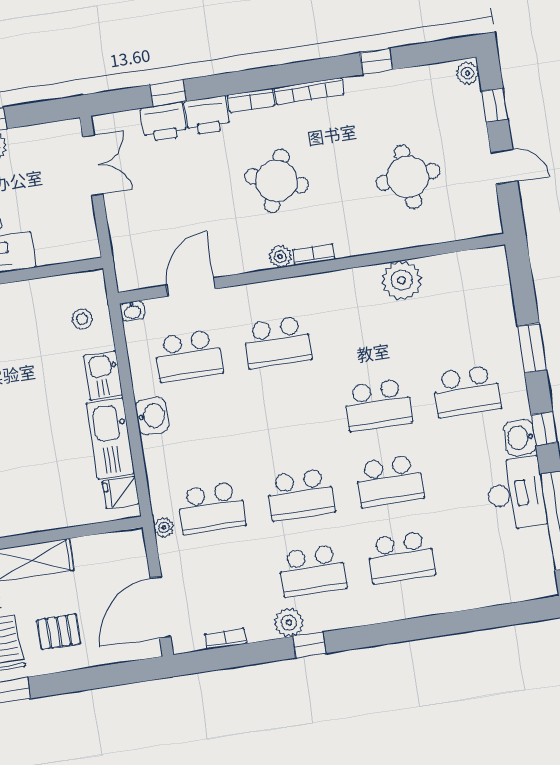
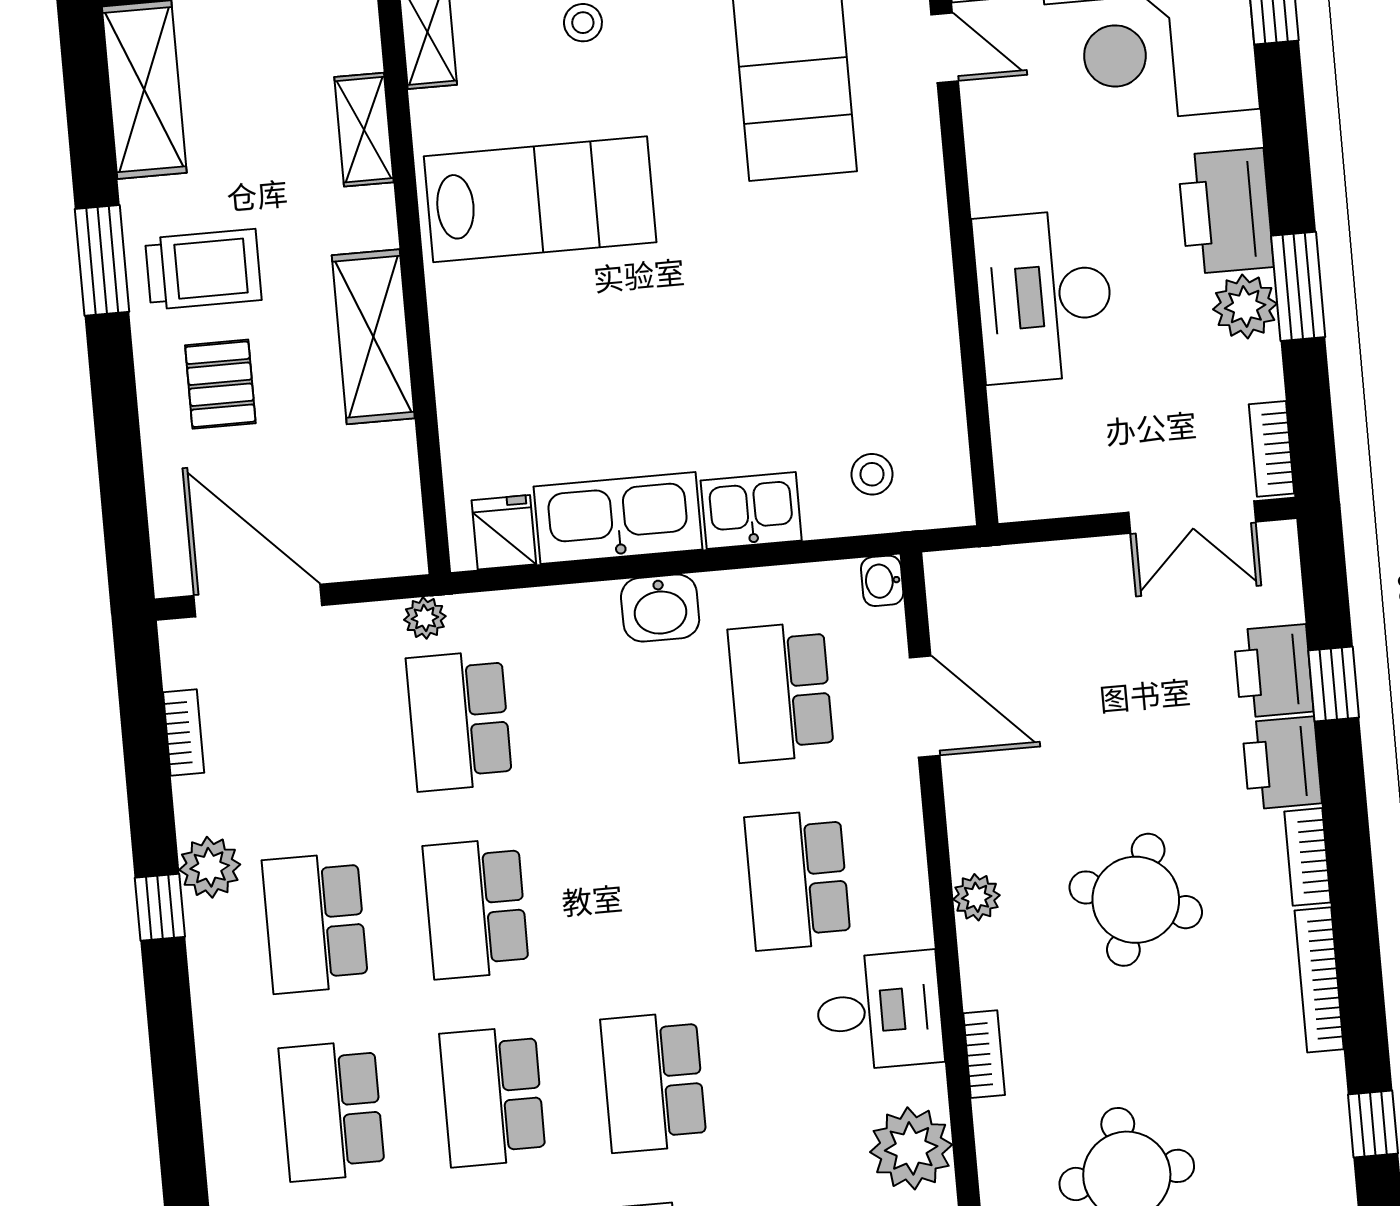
bookcase: (58, 130) -> (1271, 449), added
bookcase: (314, 255) -> (984, 1054), moved
desk: (337, 300) -> (879, 1011), added

